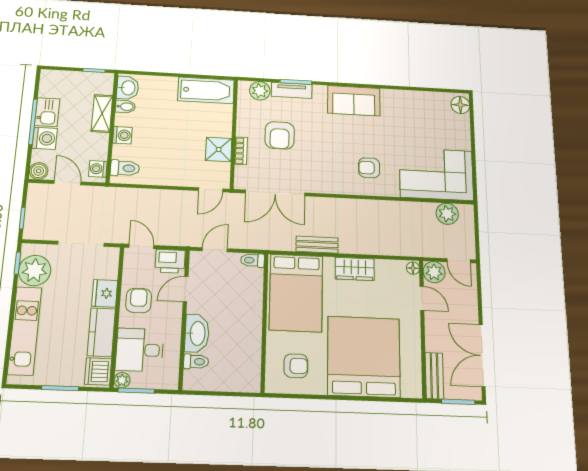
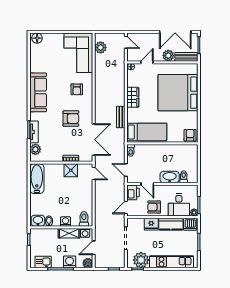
sofa: (354, 101) -> (38, 92), width x1.36
kitchen sink: (47, 112) -> (43, 262), moved
shelving: (102, 114) -> (69, 233), moved
armchair: (280, 135) -> (71, 119), moved
door: (459, 261) -> (126, 42), hinge flipped
plant: (434, 272) -> (168, 56), moved
bed: (296, 293) -> (147, 132), width x0.67
armchair: (296, 366) -> (190, 135), moved

